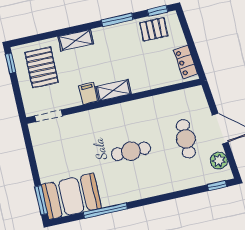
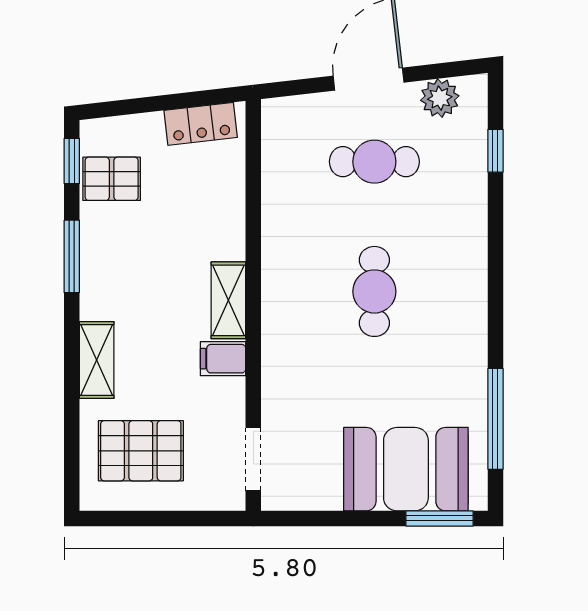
pallet: (154, 29) -> (112, 179), turned 90
window: (11, 63) -> (116, 518), removed
window: (217, 186) -> (495, 151), moved
booth: (71, 196) -> (406, 469), moved, turned 90
window: (105, 211) -> (495, 419), moved

